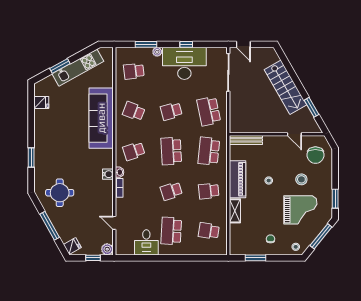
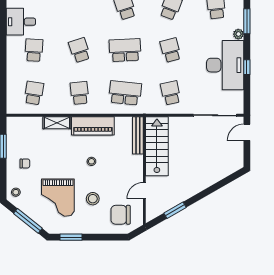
stairs: (286, 87) -> (157, 146), moved, turned 120
school desk: (209, 111) -> (171, 93), width x0.54
school desk: (171, 231) -> (34, 50), width x0.54

